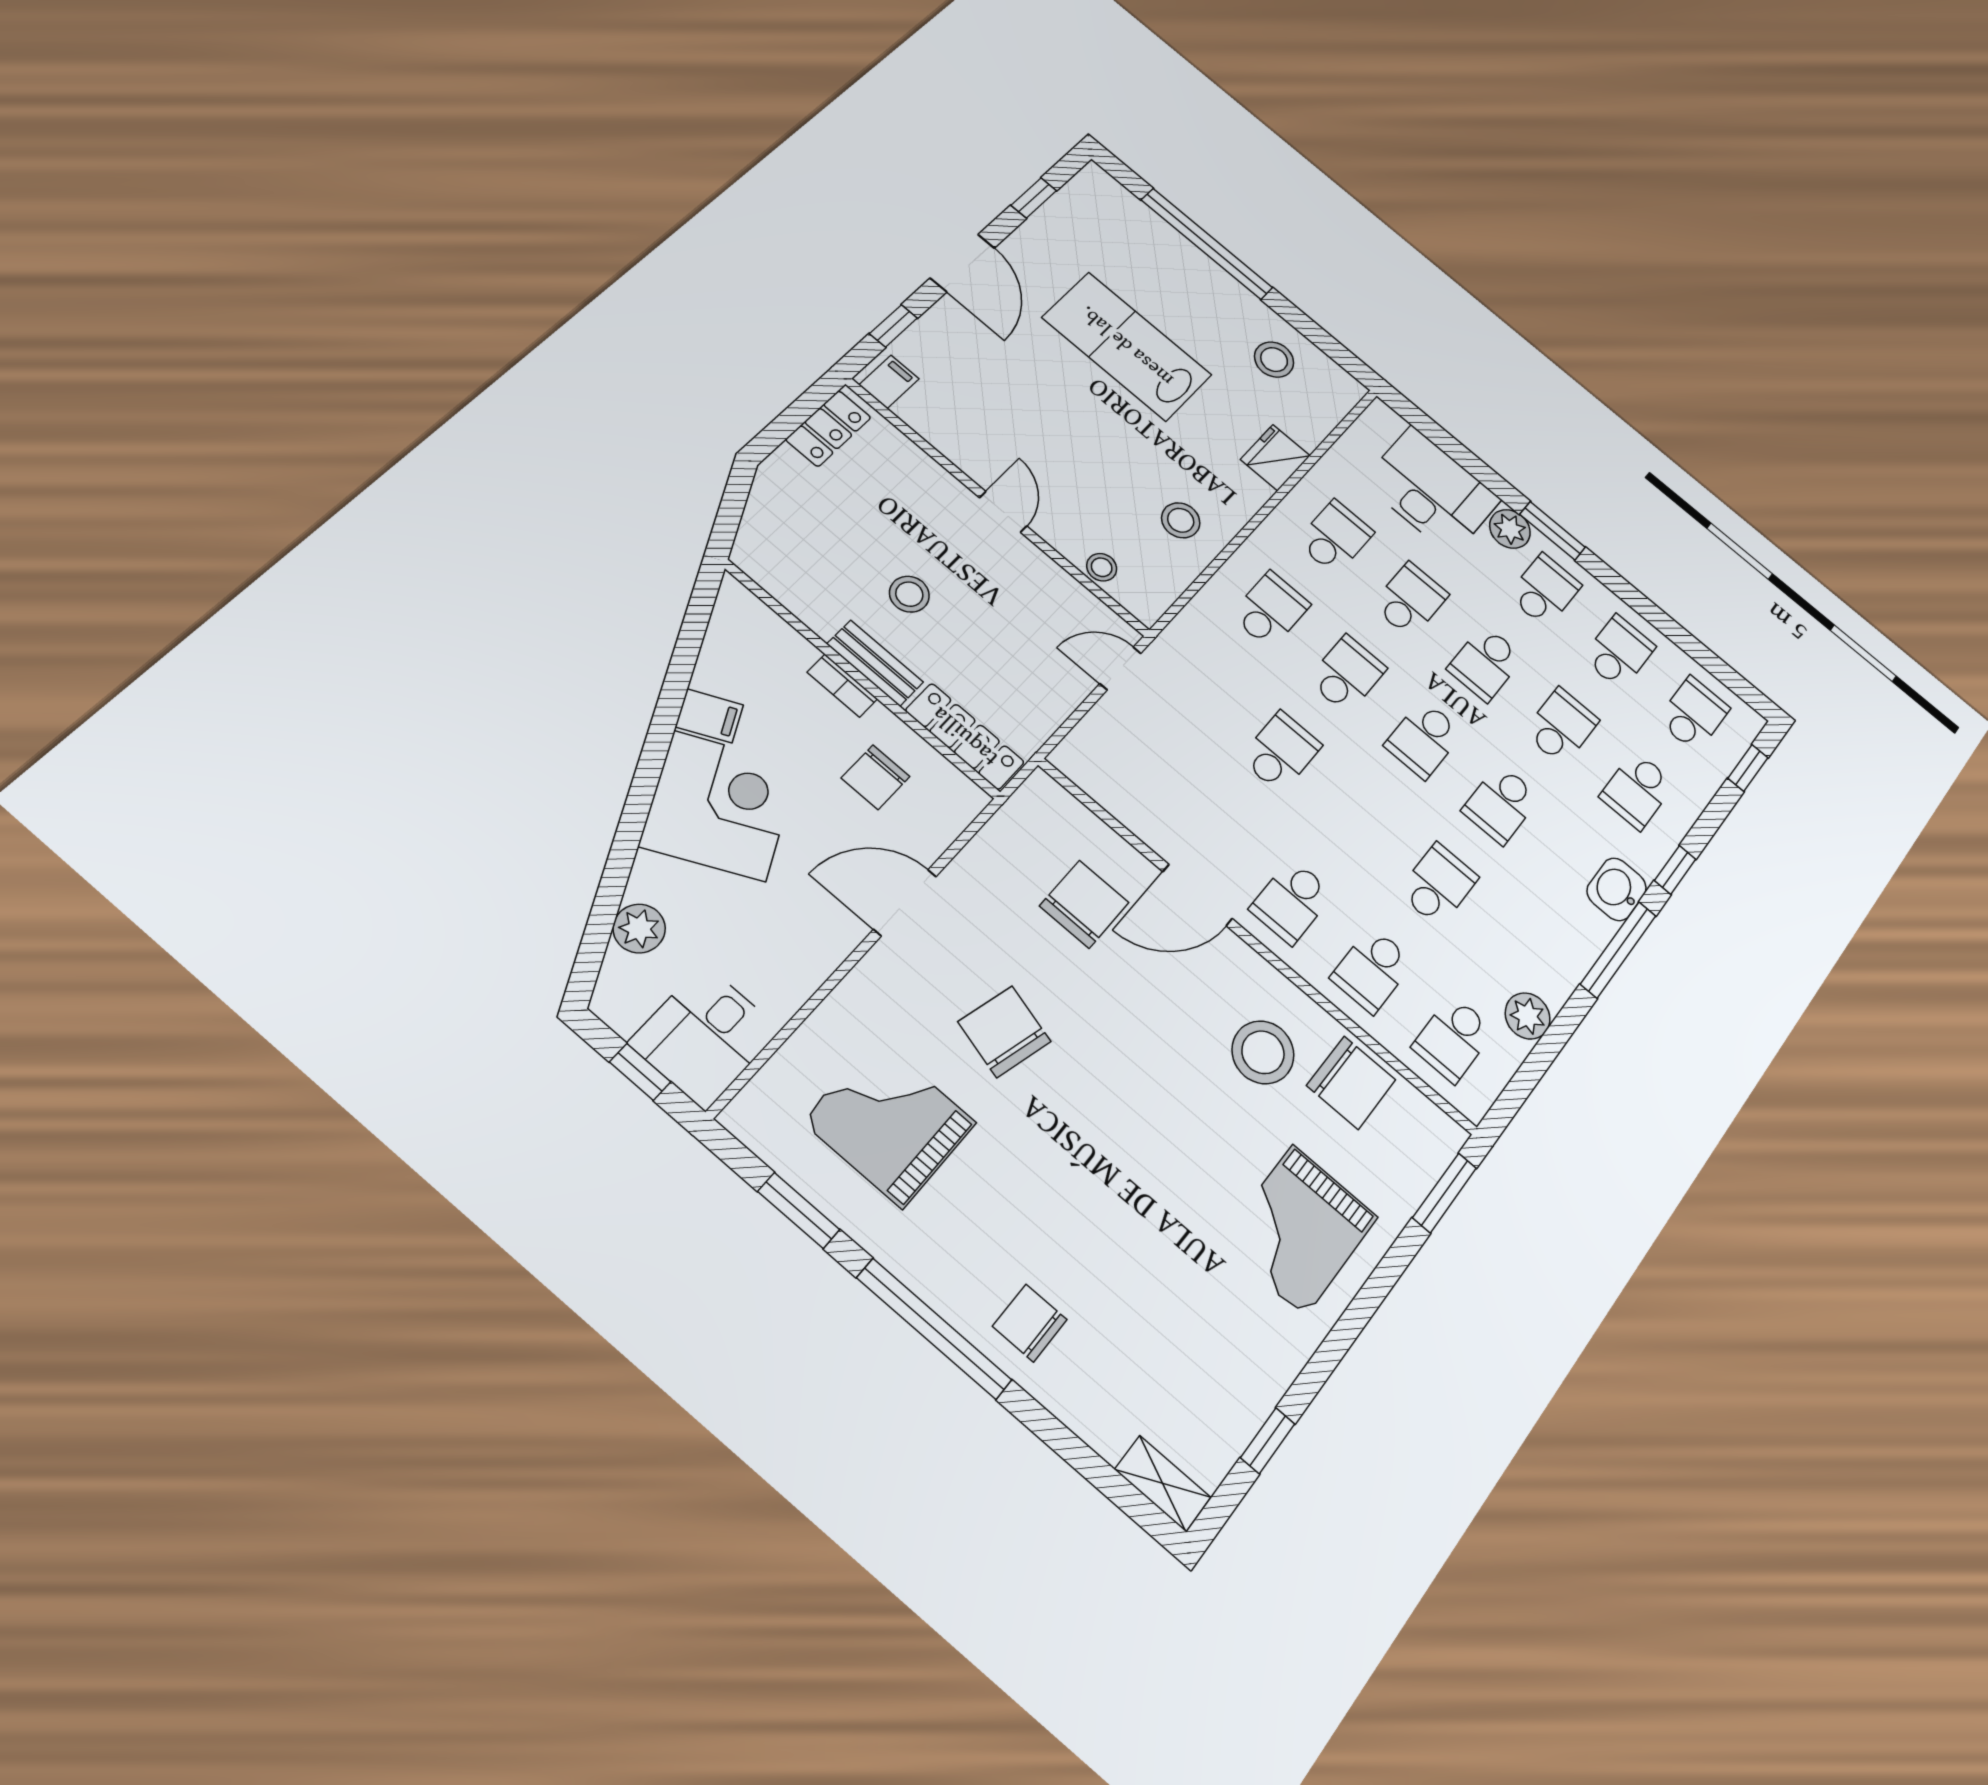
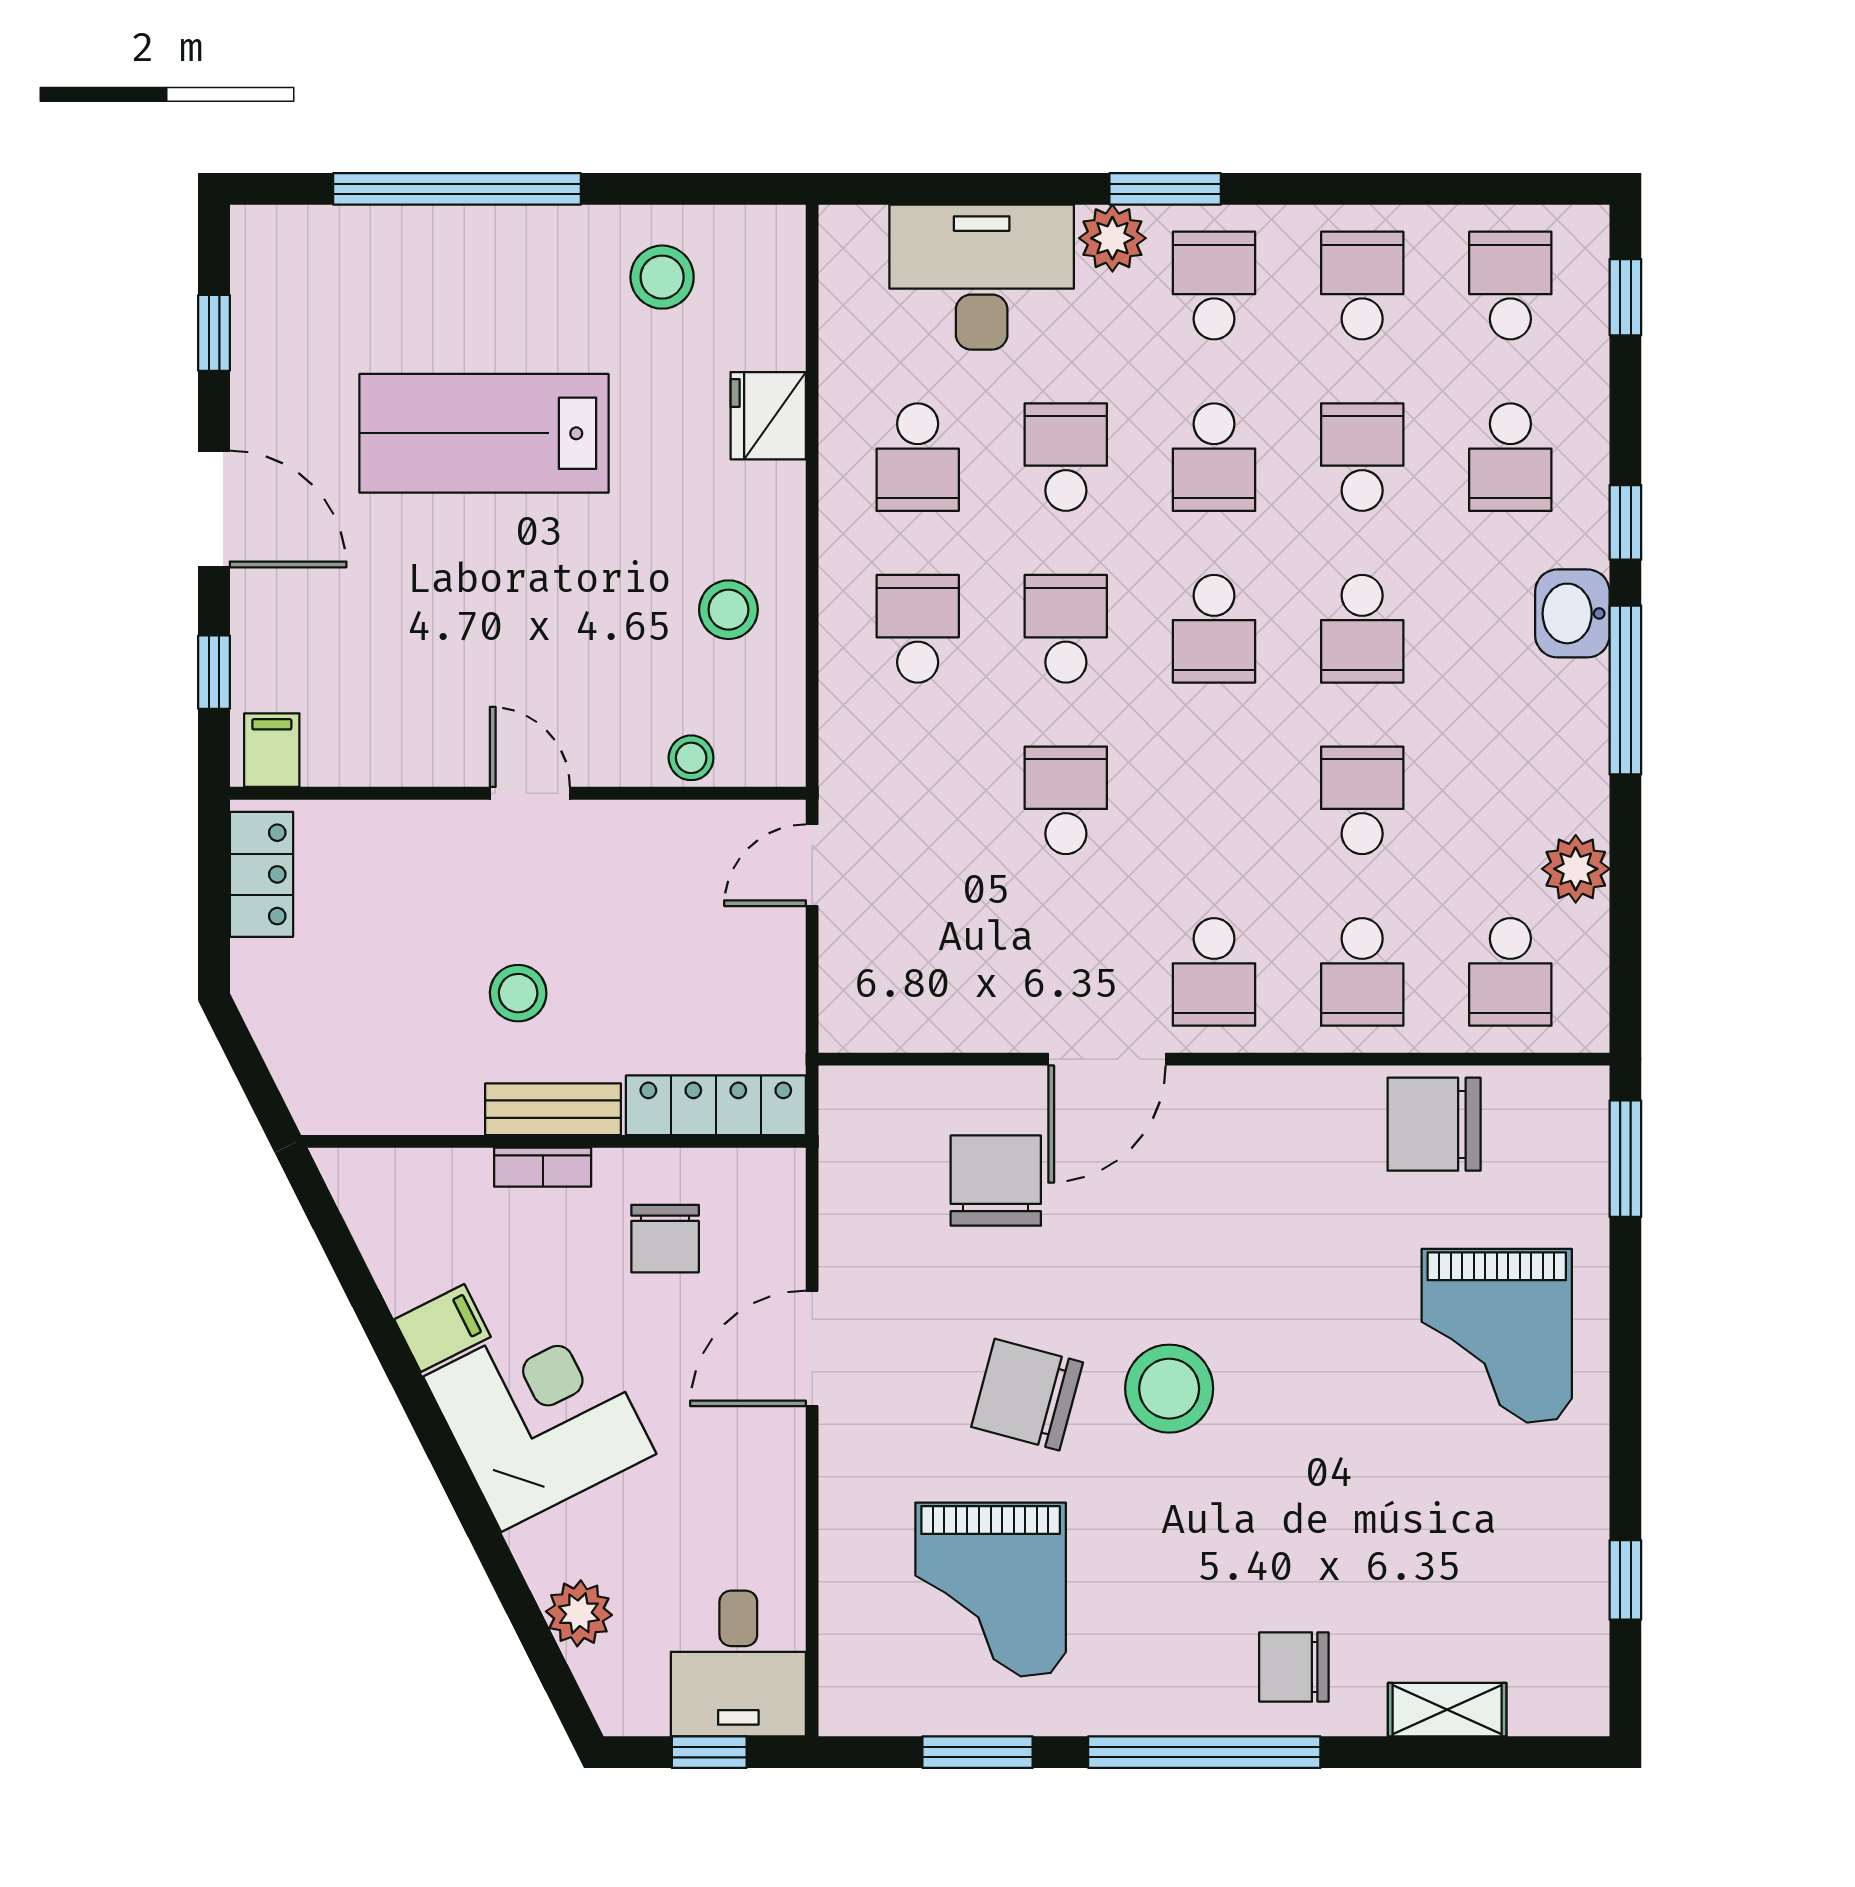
school desk: (1335, 537) -> (918, 457), turned 180
stool: (1263, 1052) -> (1169, 1389), moved
chair: (1351, 1083) -> (1434, 1124), turned 180
grand piano: (889, 1122) -> (991, 1590), turned -90
shelving: (1163, 1483) -> (1447, 1710), moved

